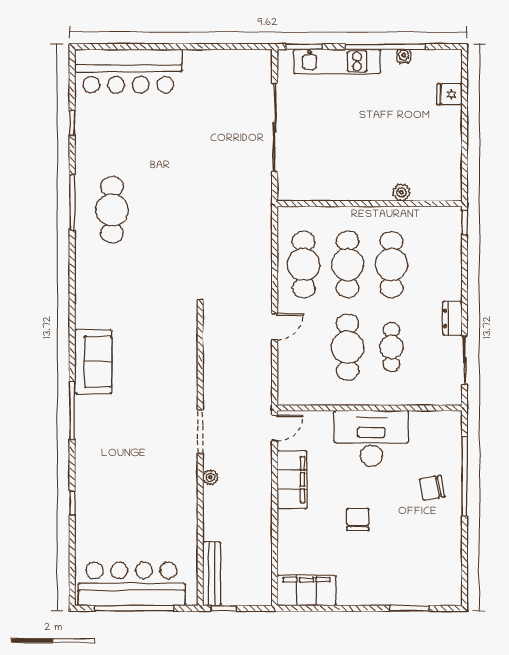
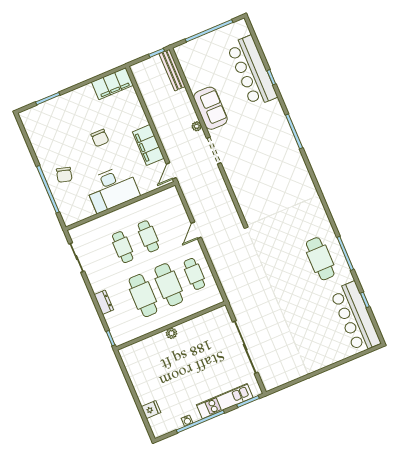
bar counter: (128, 71) -> (355, 317), moved, turned -90
plant: (401, 192) -> (172, 333), moved
cafe table: (304, 264) -> (194, 274), width x0.73, depth x0.74
dresser: (452, 318) -> (104, 302), moved
cafe table: (348, 347) -> (148, 236), width x0.73, depth x0.74
sofa: (93, 362) -> (210, 108), moved, turned 180
chair: (432, 488) -> (64, 175), turned 115
bar counter: (132, 584) -> (252, 71), moved, turned 90

